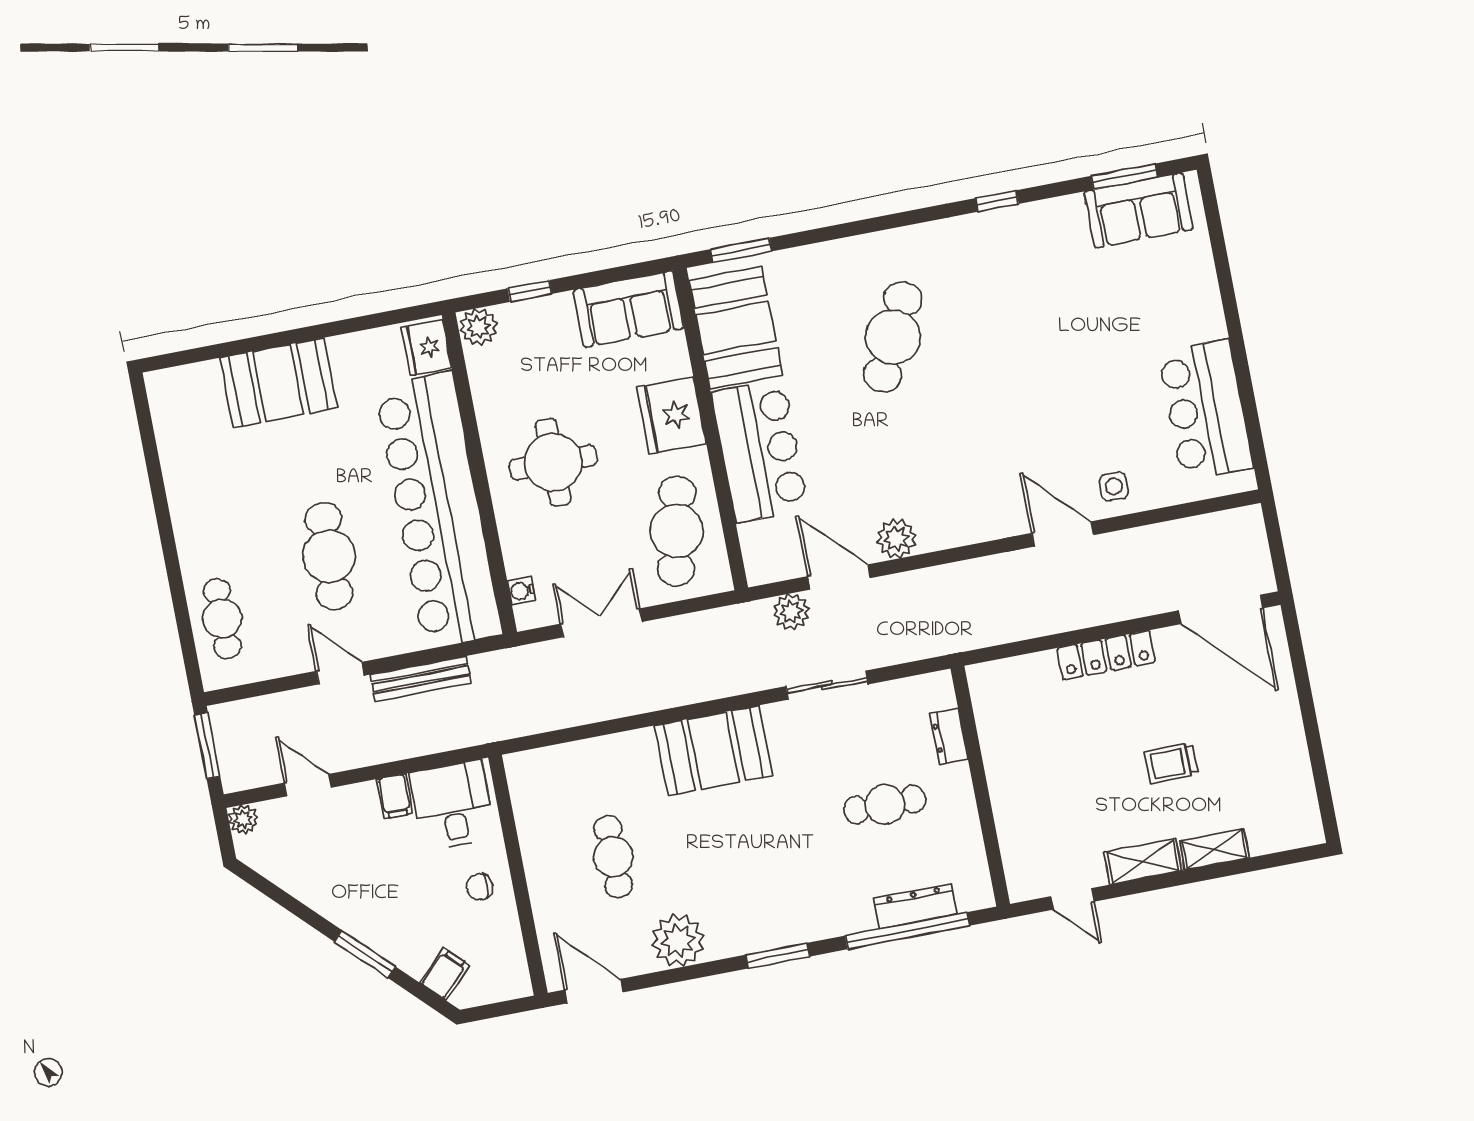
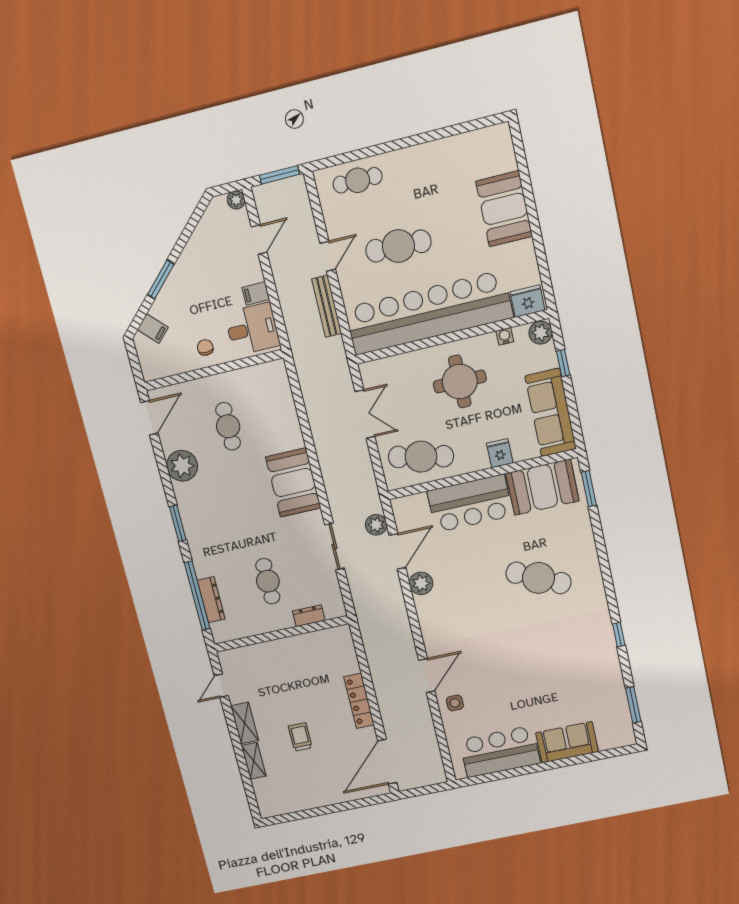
sofa: (1139, 210) -> (567, 742), moved, turned 90
sofa: (629, 309) -> (551, 412), width x1.36
fridge: (671, 416) -> (500, 453), width x0.53, depth x0.75
water cooler: (521, 591) -> (505, 336), moved
cafe table: (613, 857) -> (228, 426), turned 90

